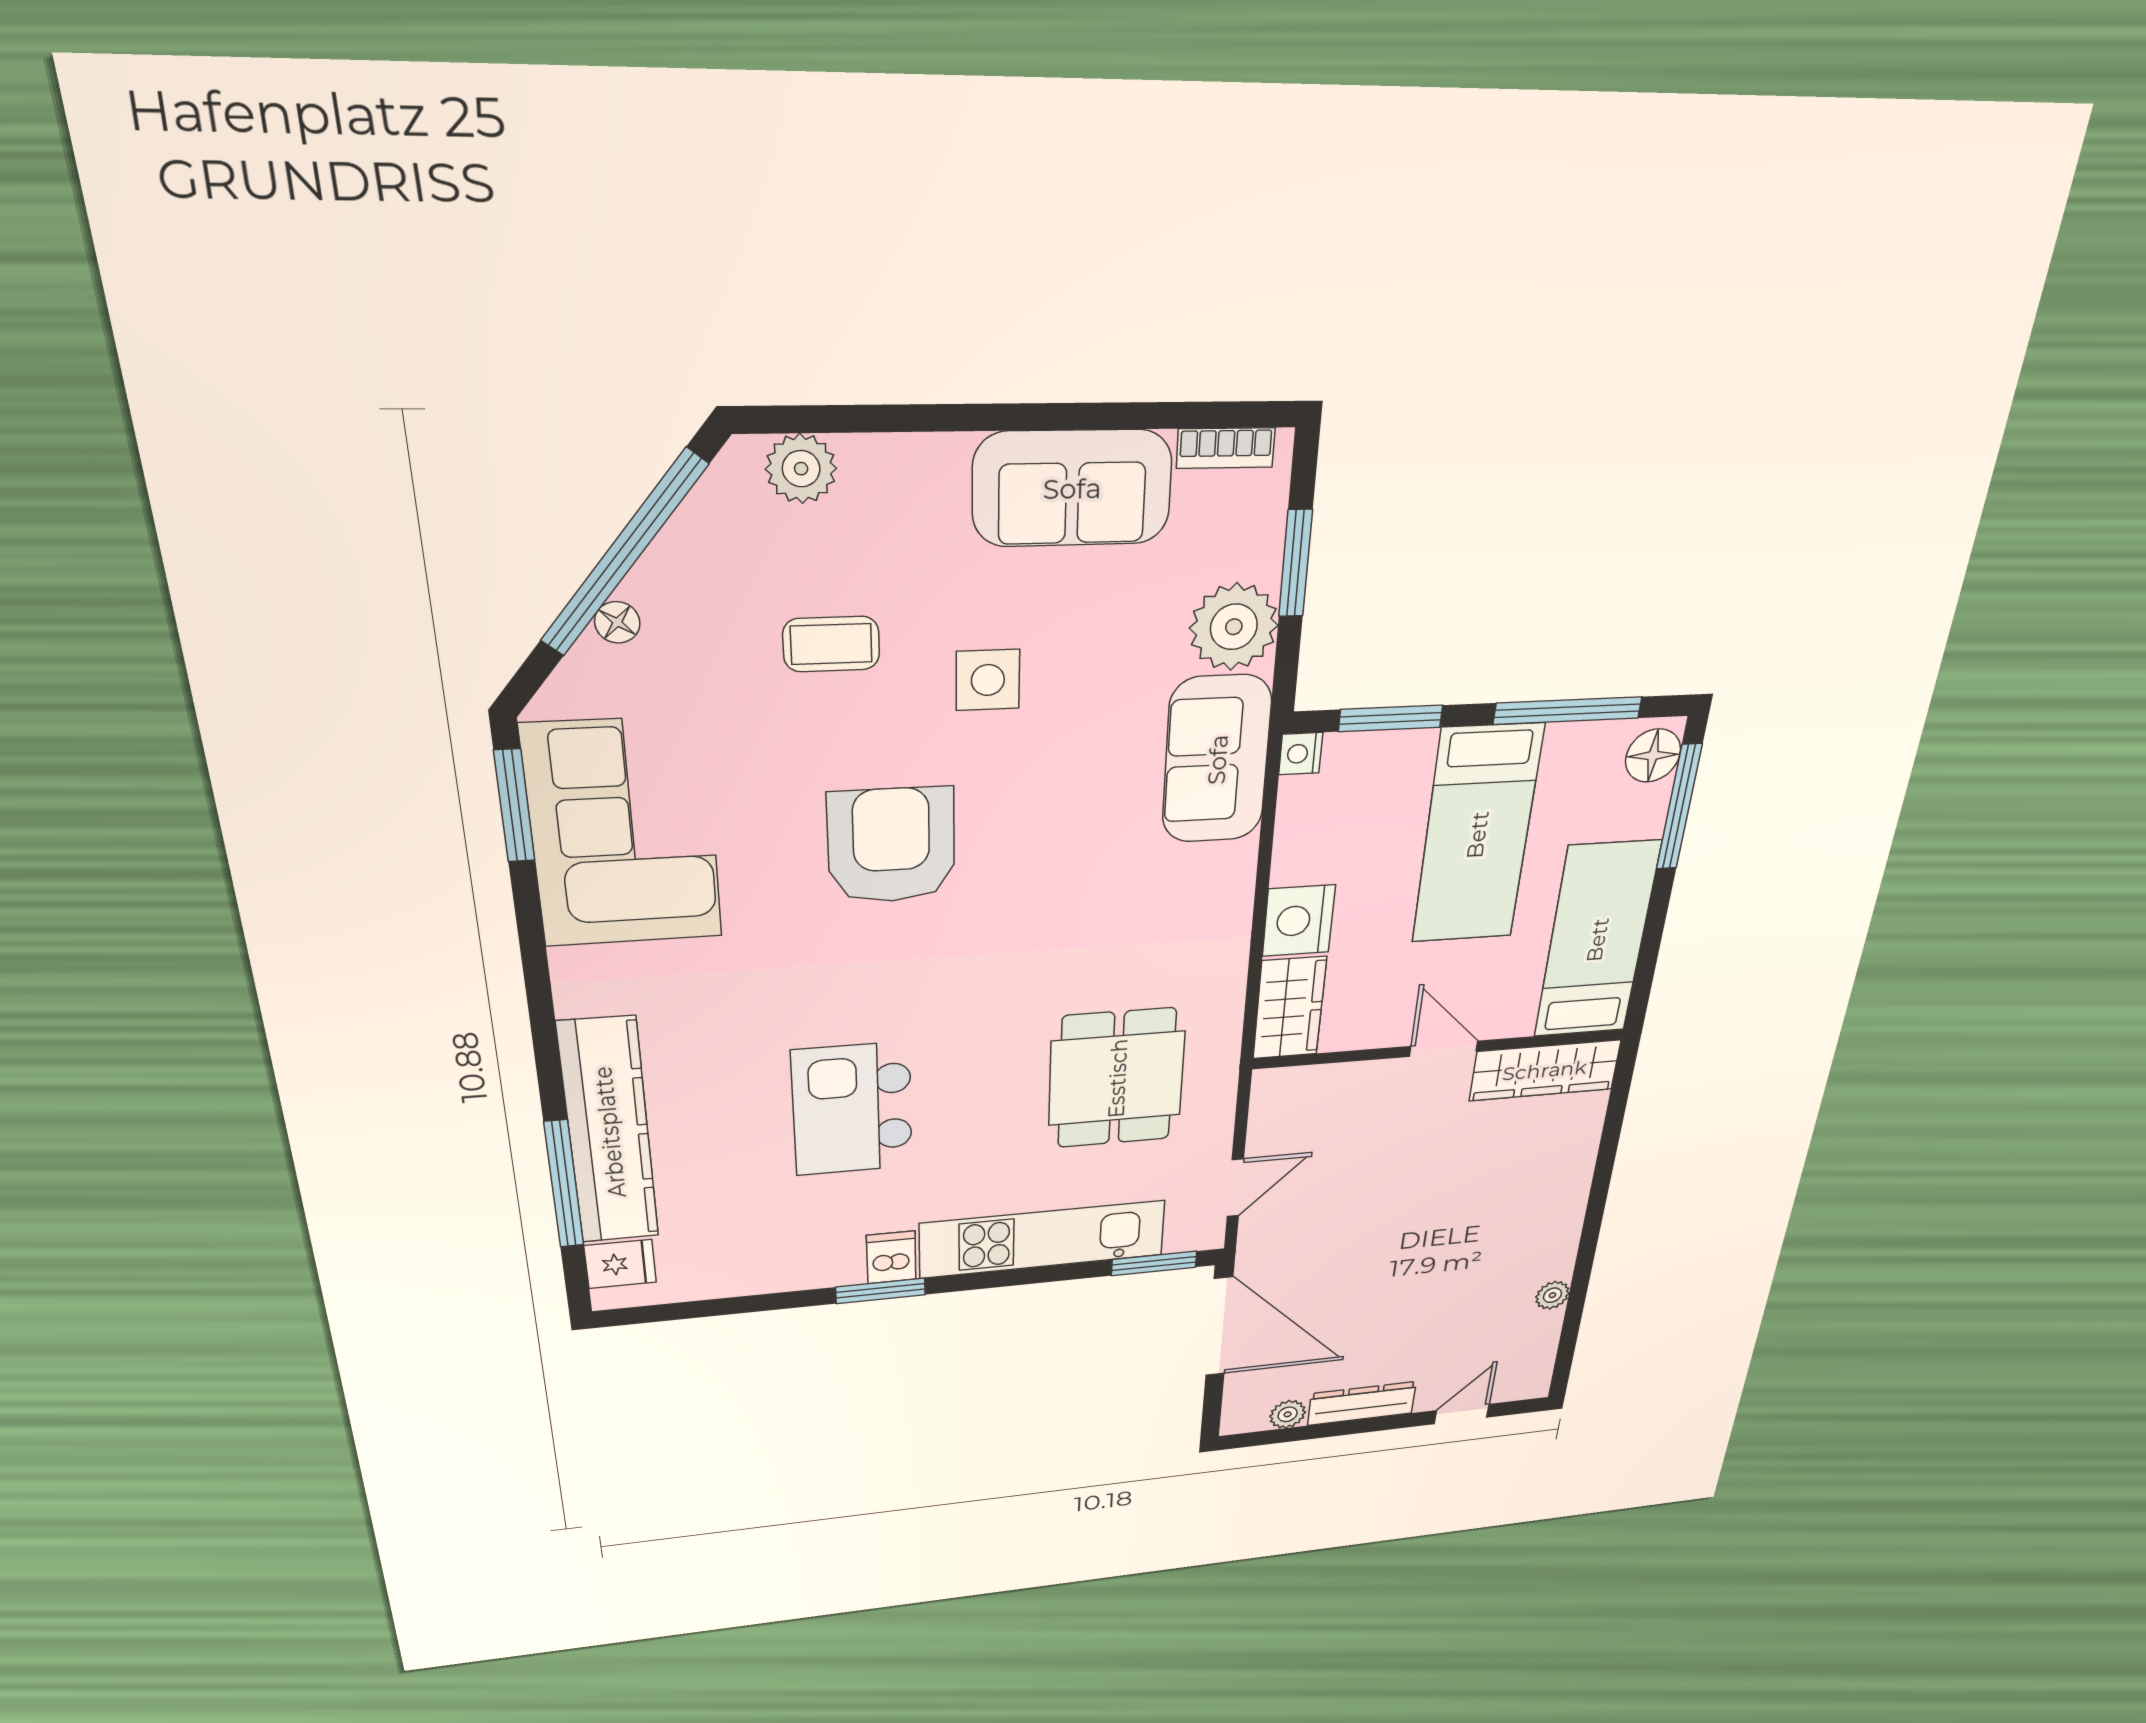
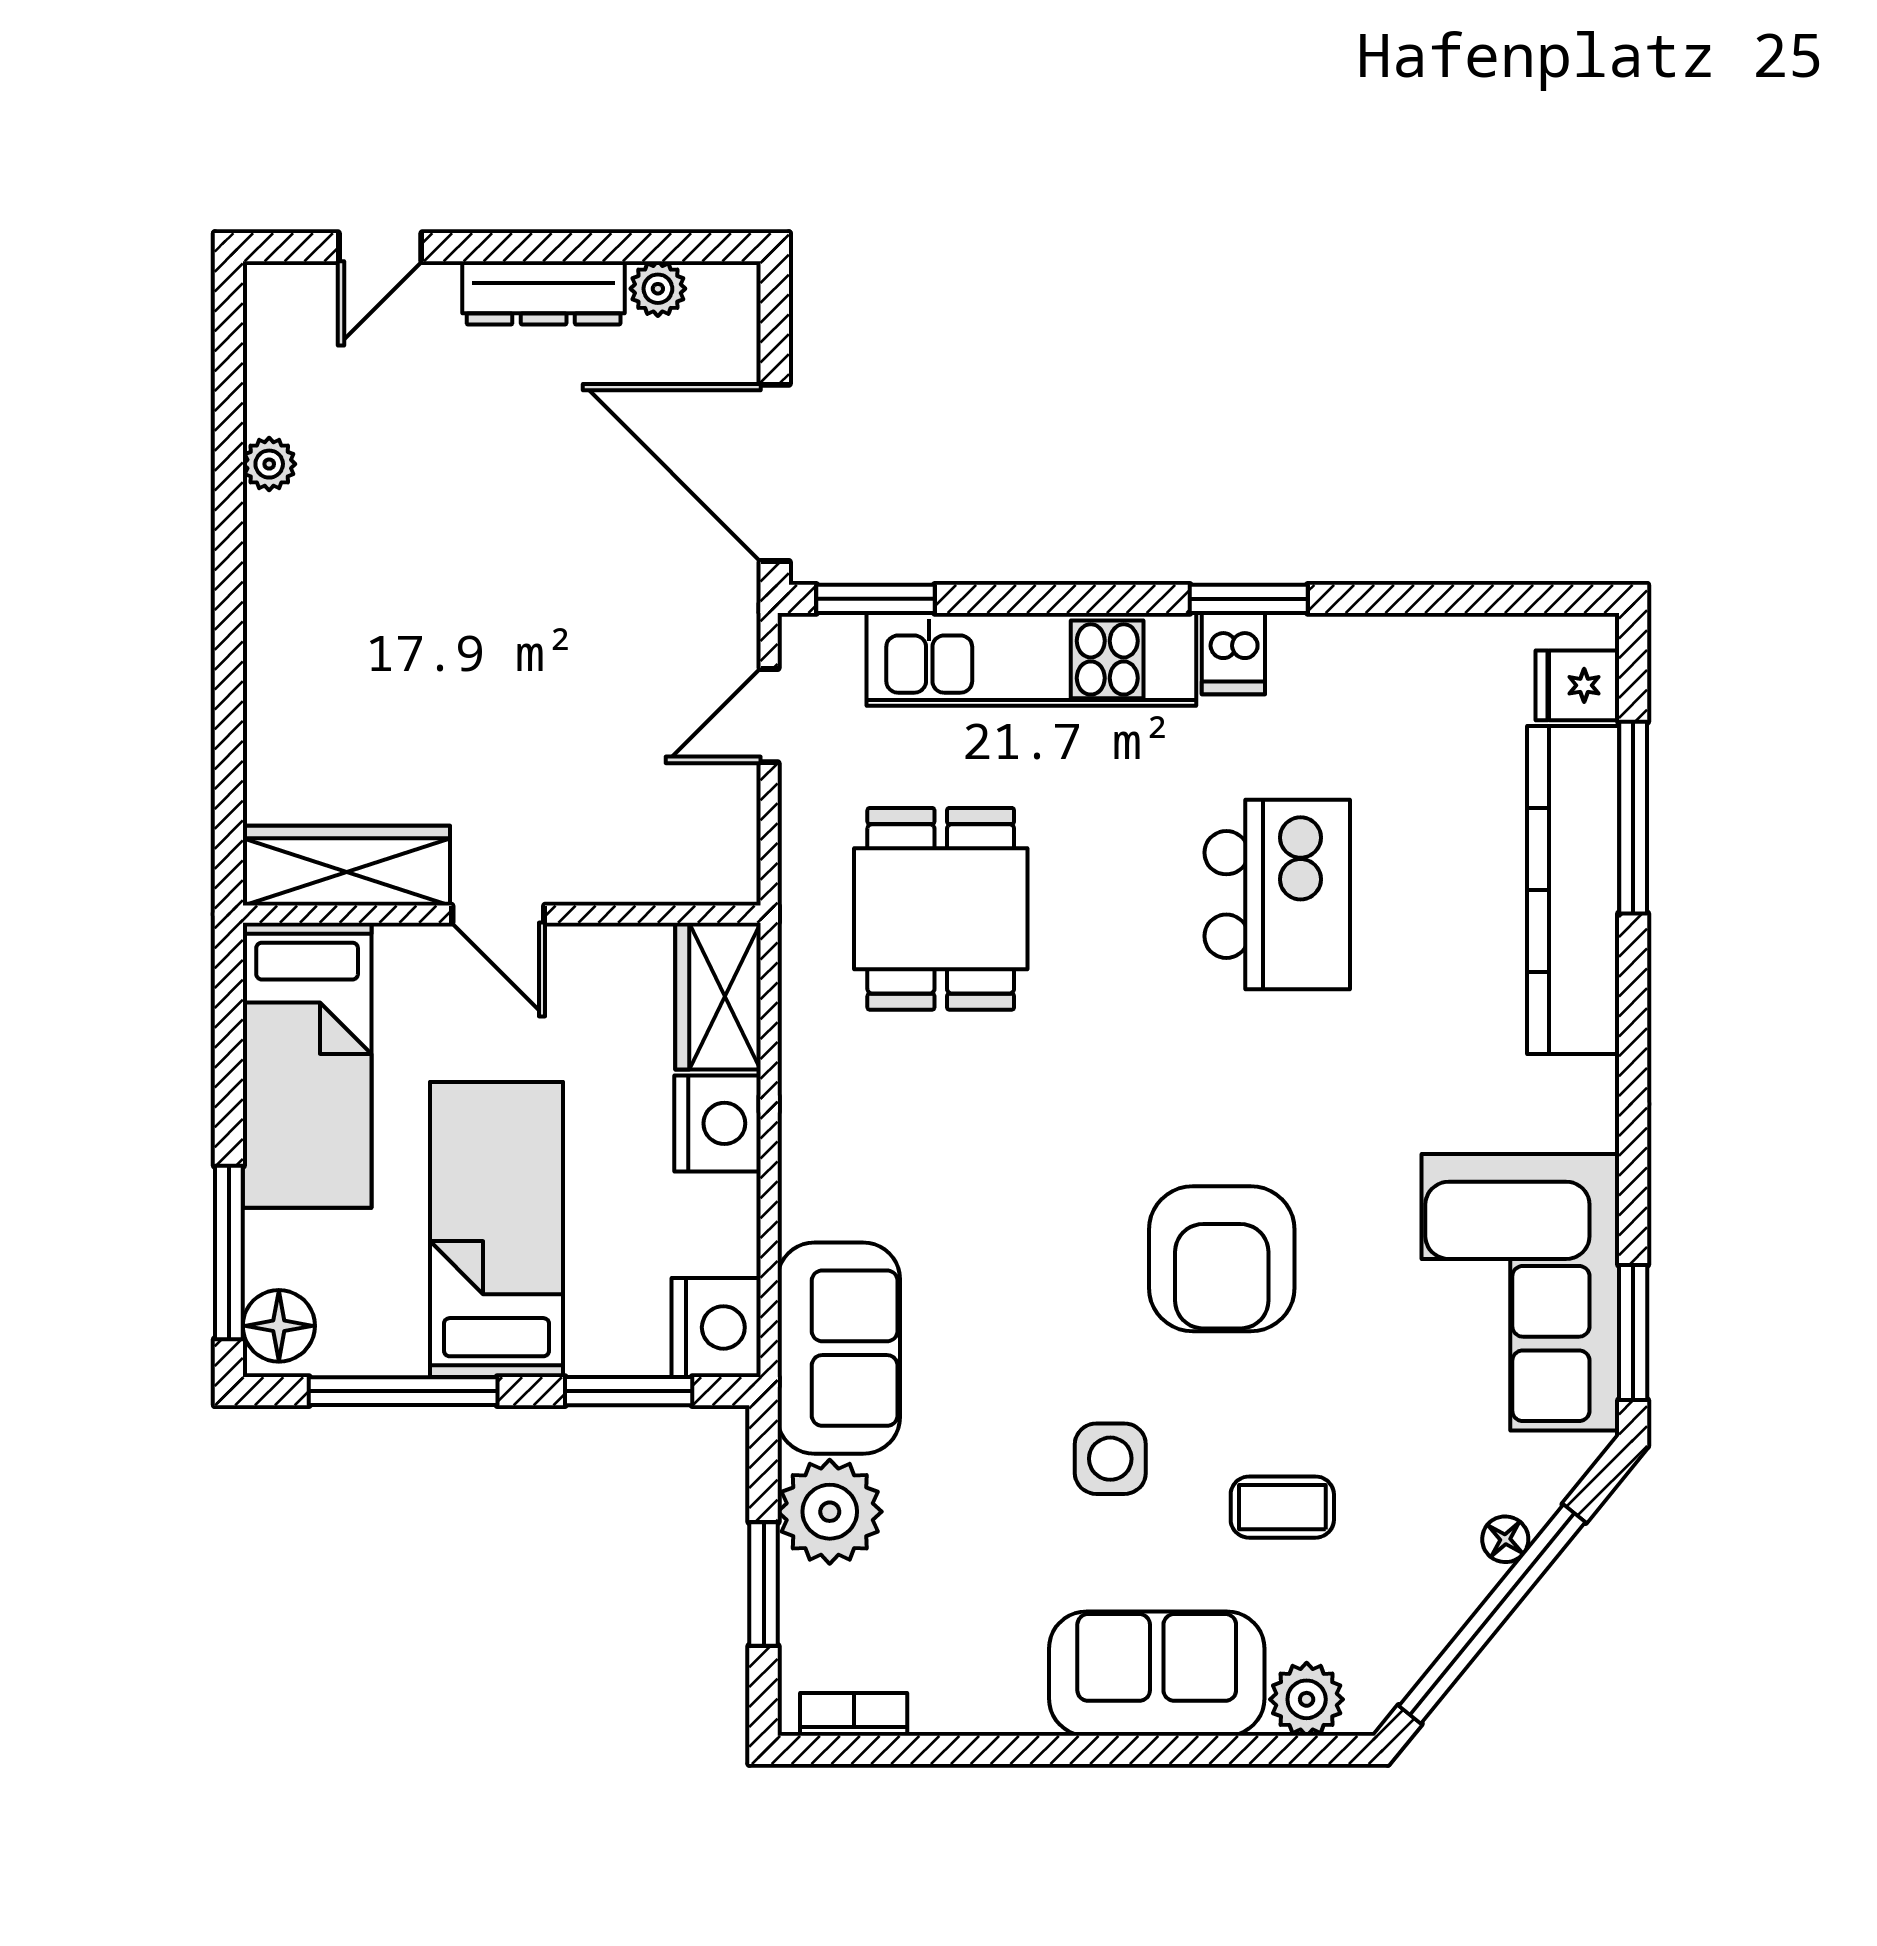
sofa: (1072, 488) -> (1157, 1674), moved
nightstand: (1301, 754) -> (716, 1327), width x1.89, depth x1.79

